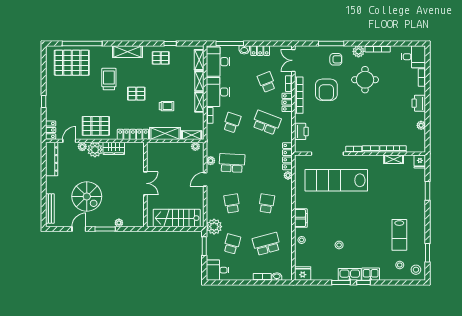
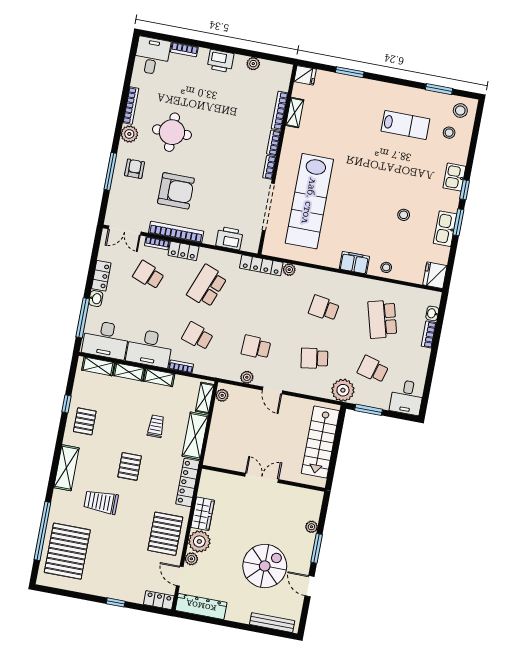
school desk: (267, 82) -> (149, 275), turned 42
school desk: (232, 163) -> (256, 347), width x0.54
kitchen sink: (350, 274) -> (445, 229), moved

